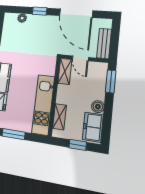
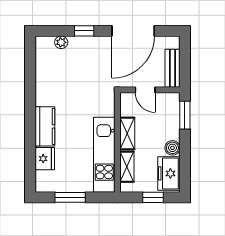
door: (76, 13) -> (133, 31), hinge flipped
shelving: (65, 71) -> (127, 134), moved

